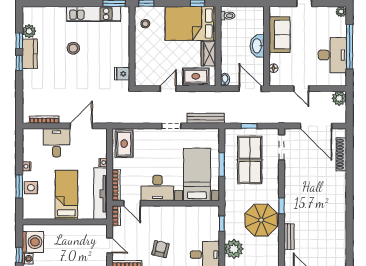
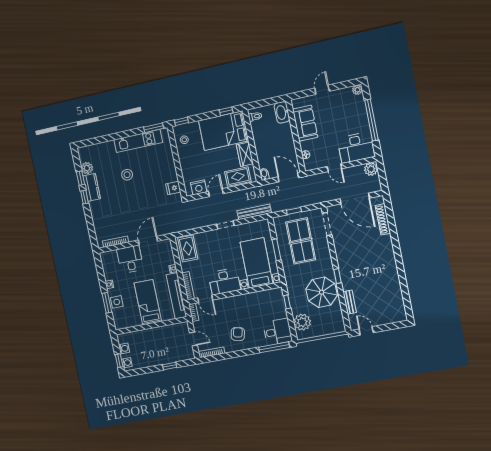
washbasin: (257, 46) -> (282, 112), moved
desk: (332, 55) -> (356, 148), moved, turned 90
nightstand: (150, 79) -> (199, 187), added
washing machine: (33, 242) -> (124, 348), width x0.53, depth x0.53

